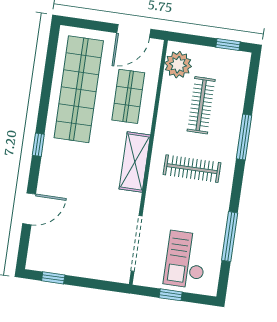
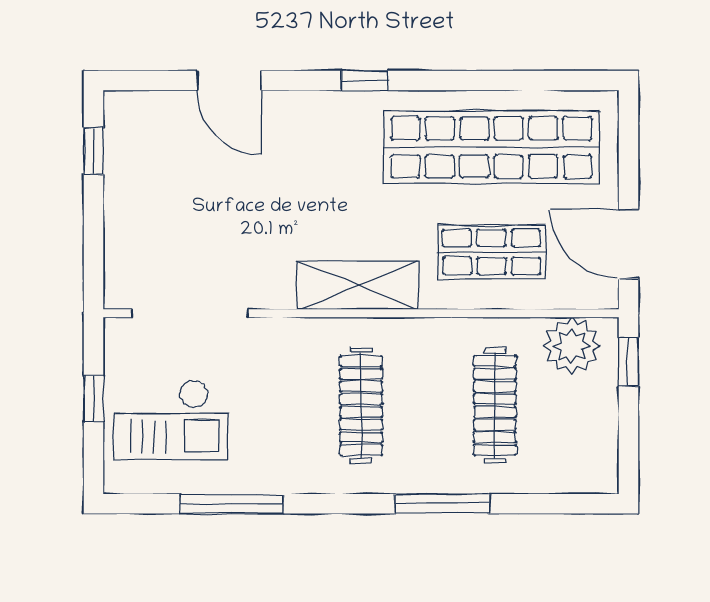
window: (228, 45) -> (628, 362), moved
clothes rail: (201, 105) -> (495, 406), turned 90
checkout: (186, 260) -> (171, 420), turned 180

